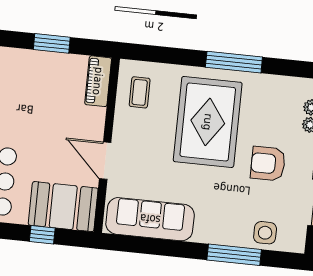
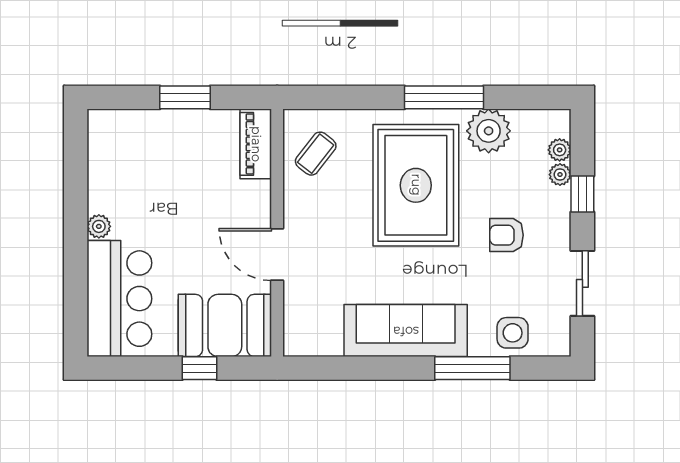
plant: (263, 89) -> (489, 131), added
coffee table: (140, 92) -> (316, 154), turned 38
armchair: (268, 164) -> (507, 235), width x0.72, depth x0.72
sofa: (150, 219) -> (406, 331), moved

